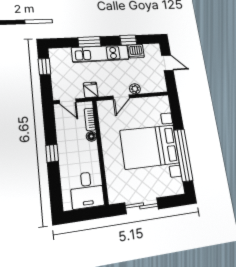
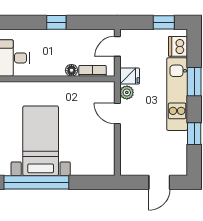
dishwasher: (136, 51) -> (178, 46), moved
plant: (135, 89) -> (127, 92), moved
bed with nightstands: (150, 147) -> (41, 141), width x0.73

